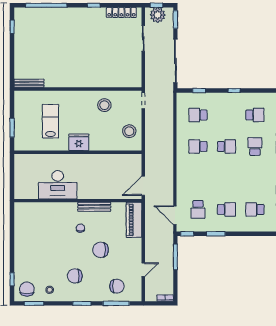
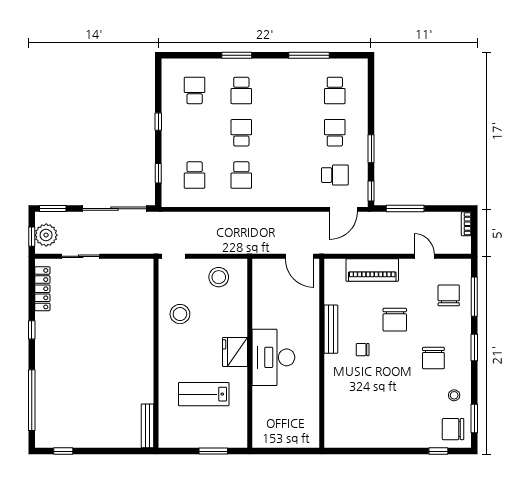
school desk: (255, 146) -> (241, 90), turned -90
desk: (58, 185) -> (273, 357), moved, turned 180
piano: (134, 220) -> (372, 270), moved

